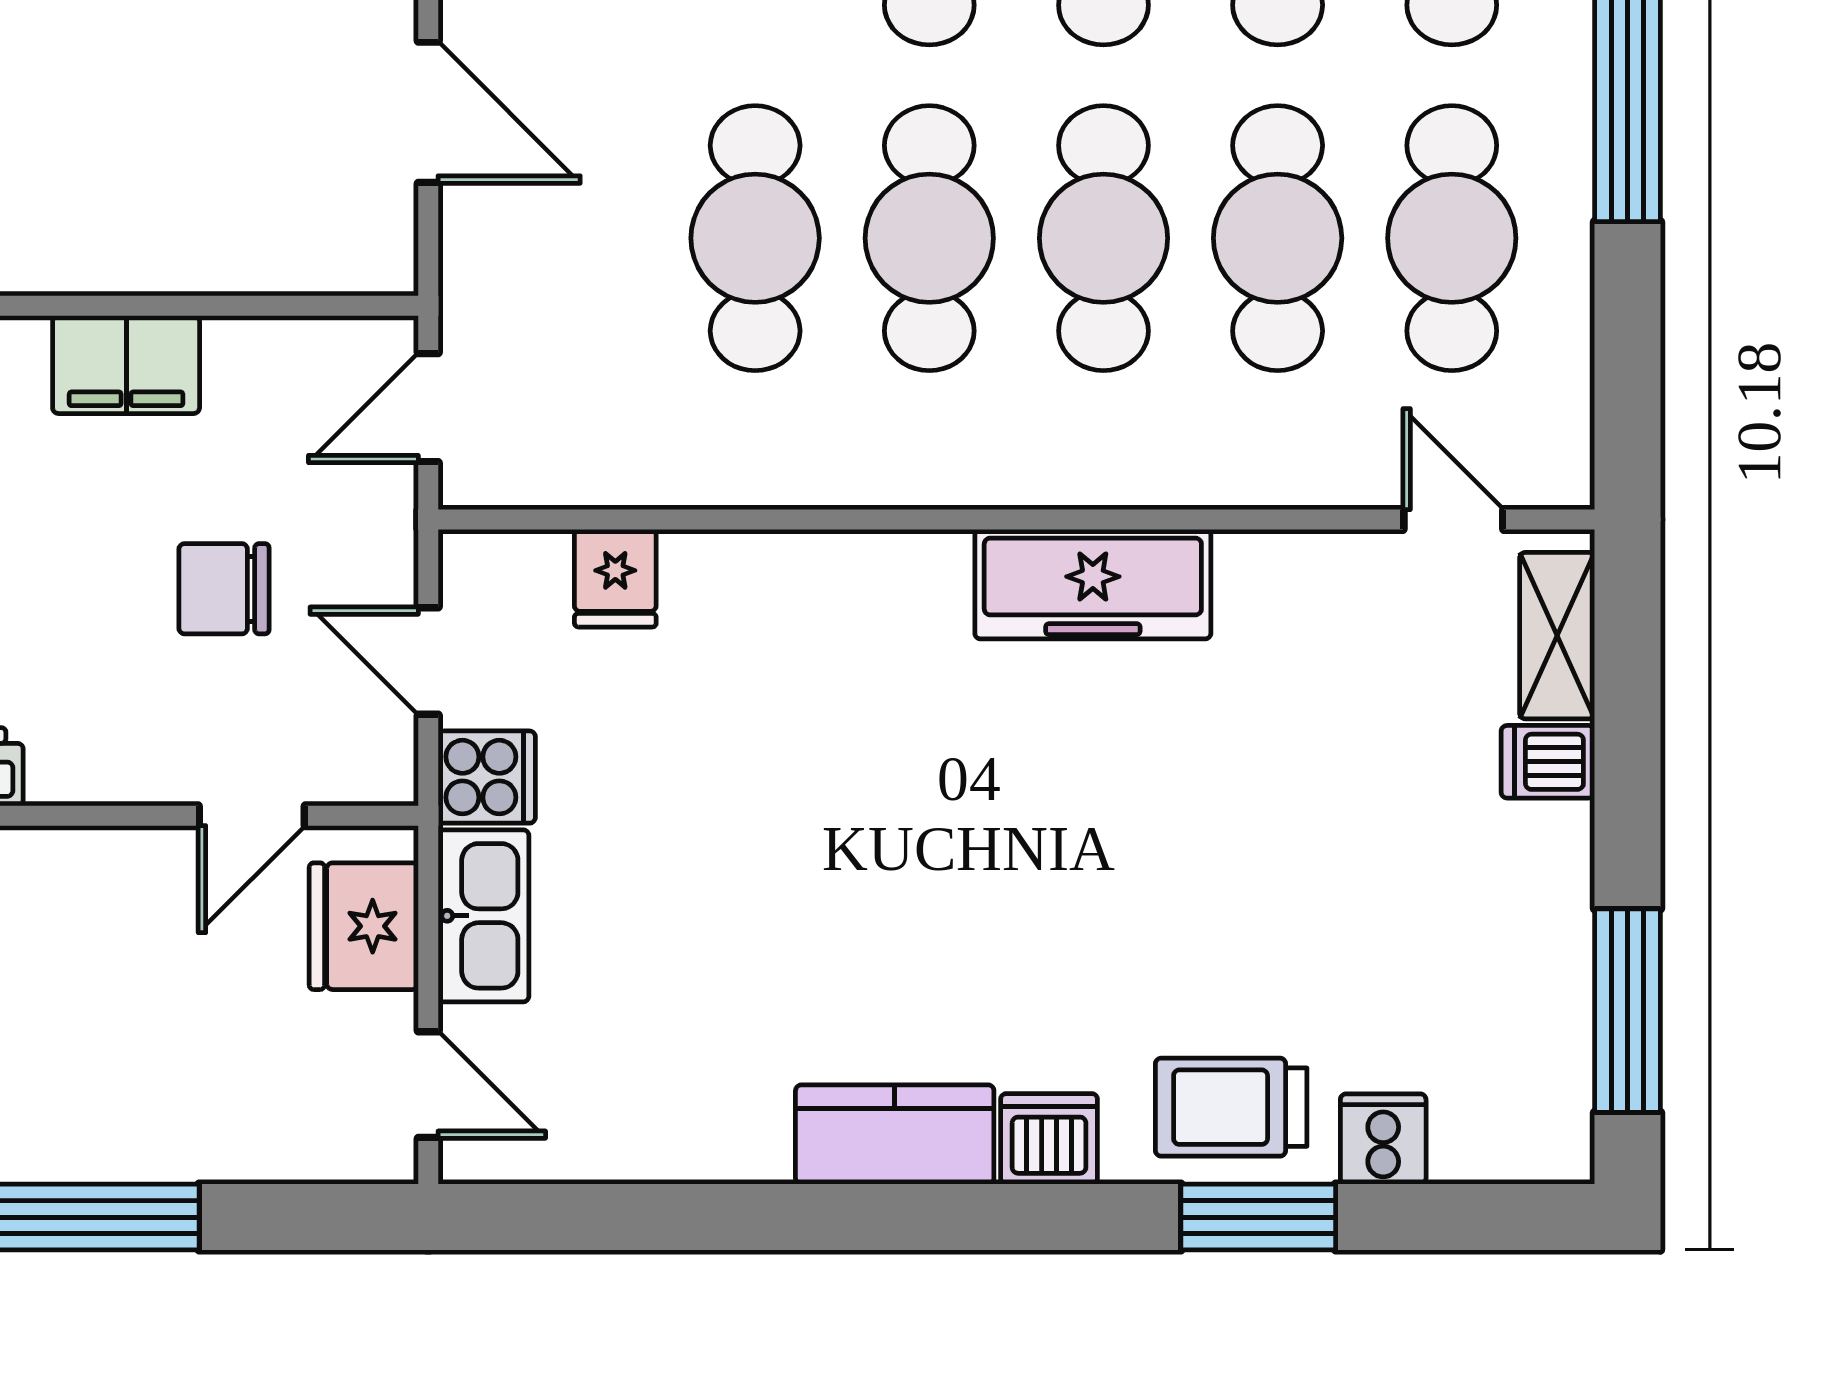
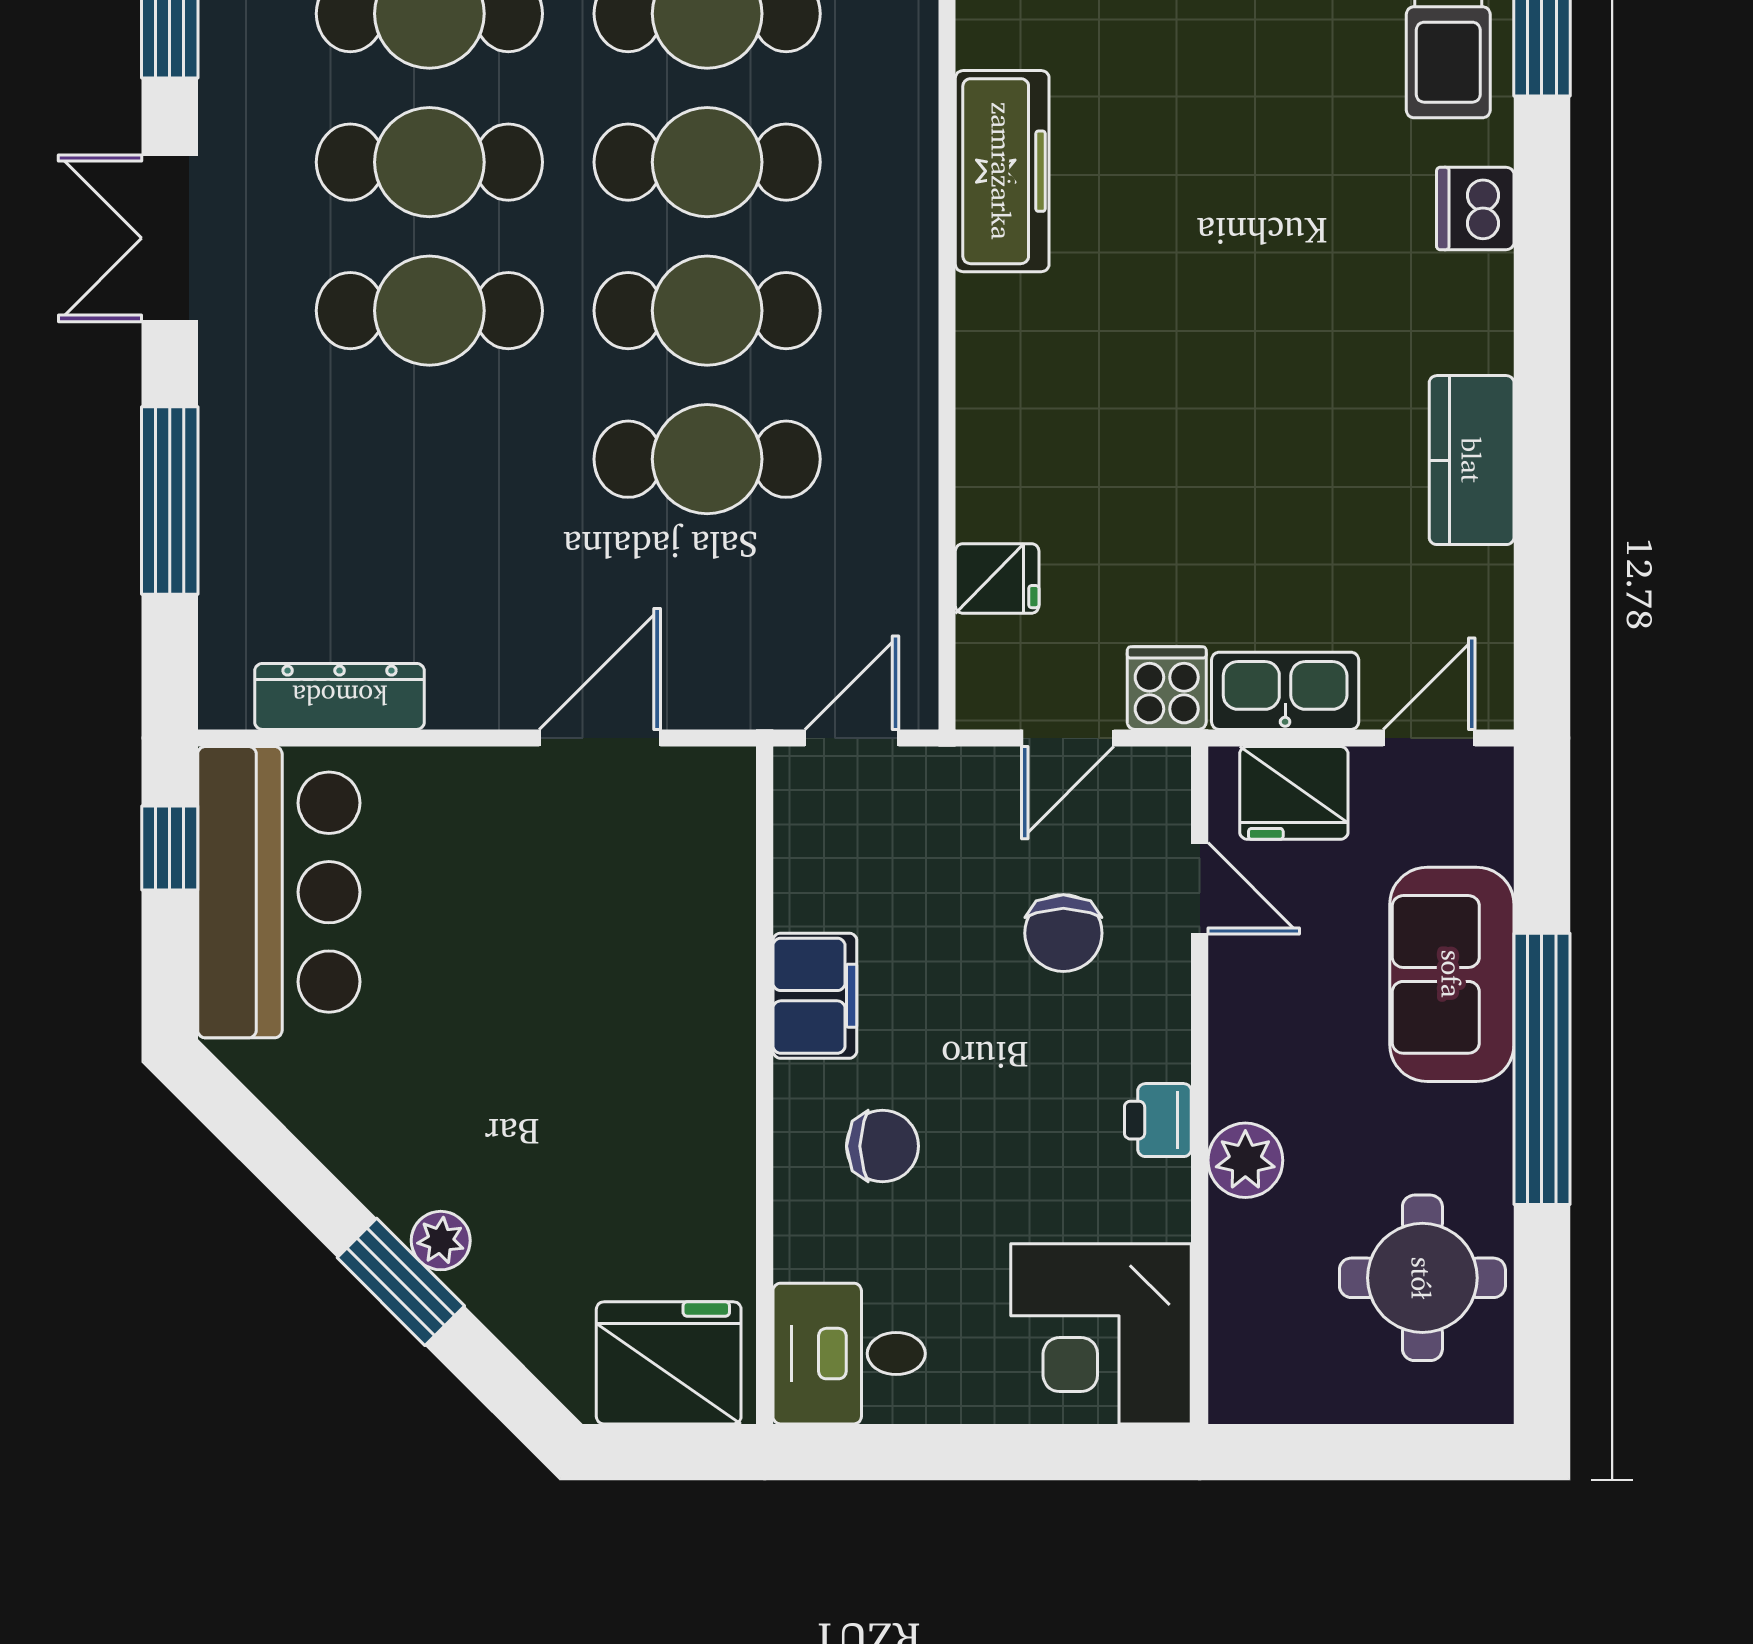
door: (428, 408) -> (852, 738), swing flipped
chair: (224, 589) -> (1063, 933), moved
sofa: (151, 1111) -> (1452, 974), added
kitchen counter: (895, 1135) -> (1472, 460), moved

